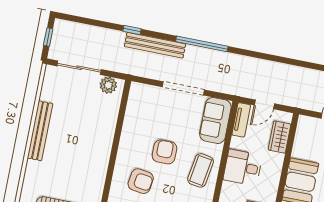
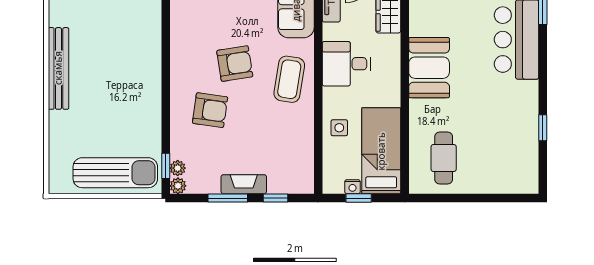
armchair: (164, 152) -> (235, 64), turned 81

